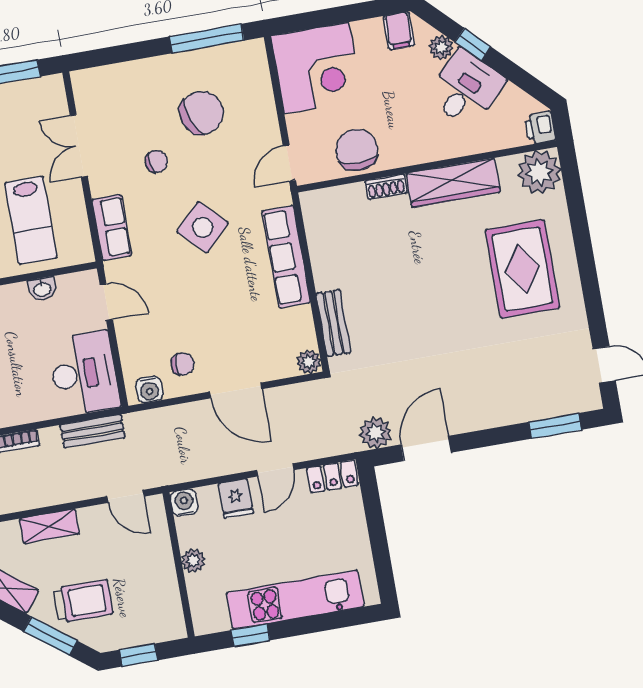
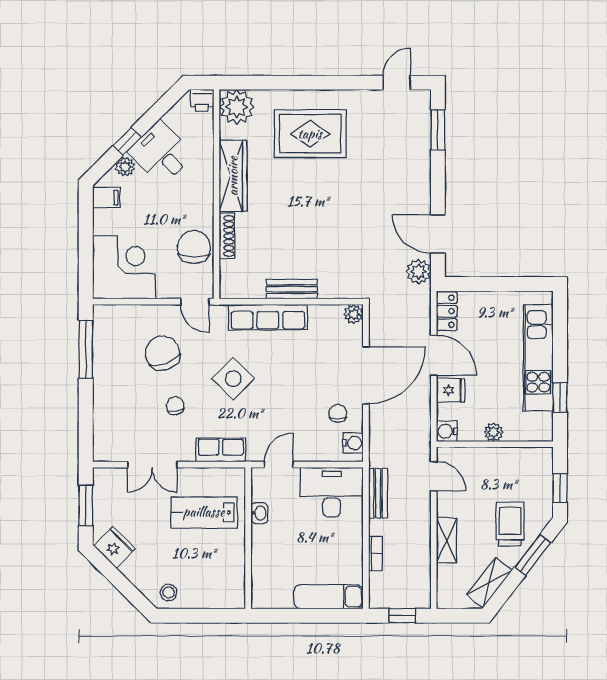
chair: (202, 113) -> (163, 353), moved
chair: (357, 150) -> (194, 247), turned 90
shoe rack: (386, 187) -> (227, 236), width x1.43
lab bench: (31, 220) -> (204, 512), turned 180
bench: (334, 323) -> (292, 289), moved
door: (236, 390) -> (366, 375), width x1.36
door: (275, 470) -> (434, 355), width x1.38
door: (126, 496) -> (434, 476), hinge flipped

